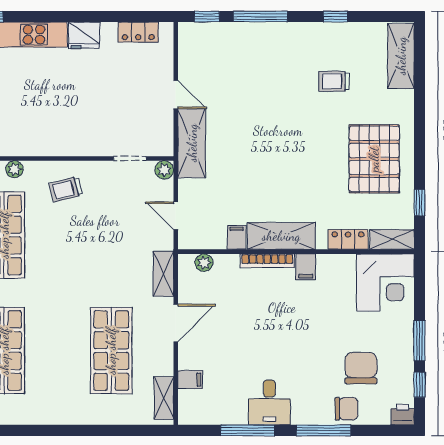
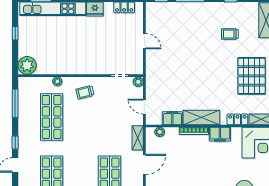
shelving: (192, 143) -> (153, 68), removed
filing cabinet: (237, 237) -> (172, 118), width x2.00
filing cabinet: (306, 267) -> (220, 134), width x2.00

